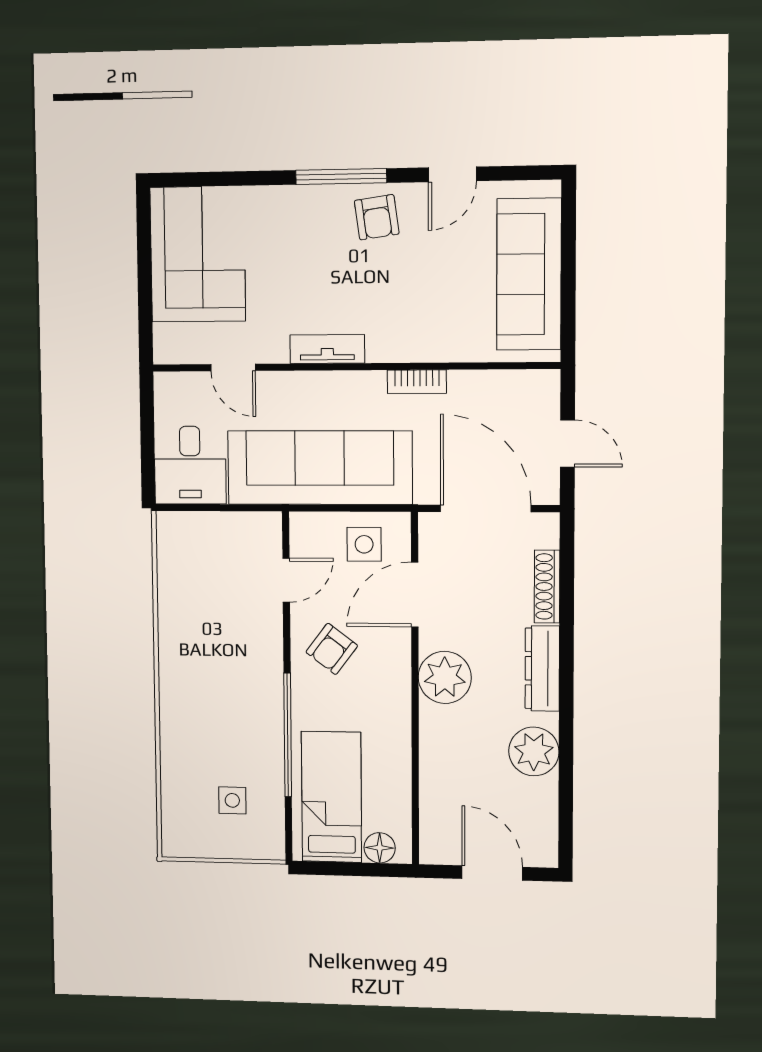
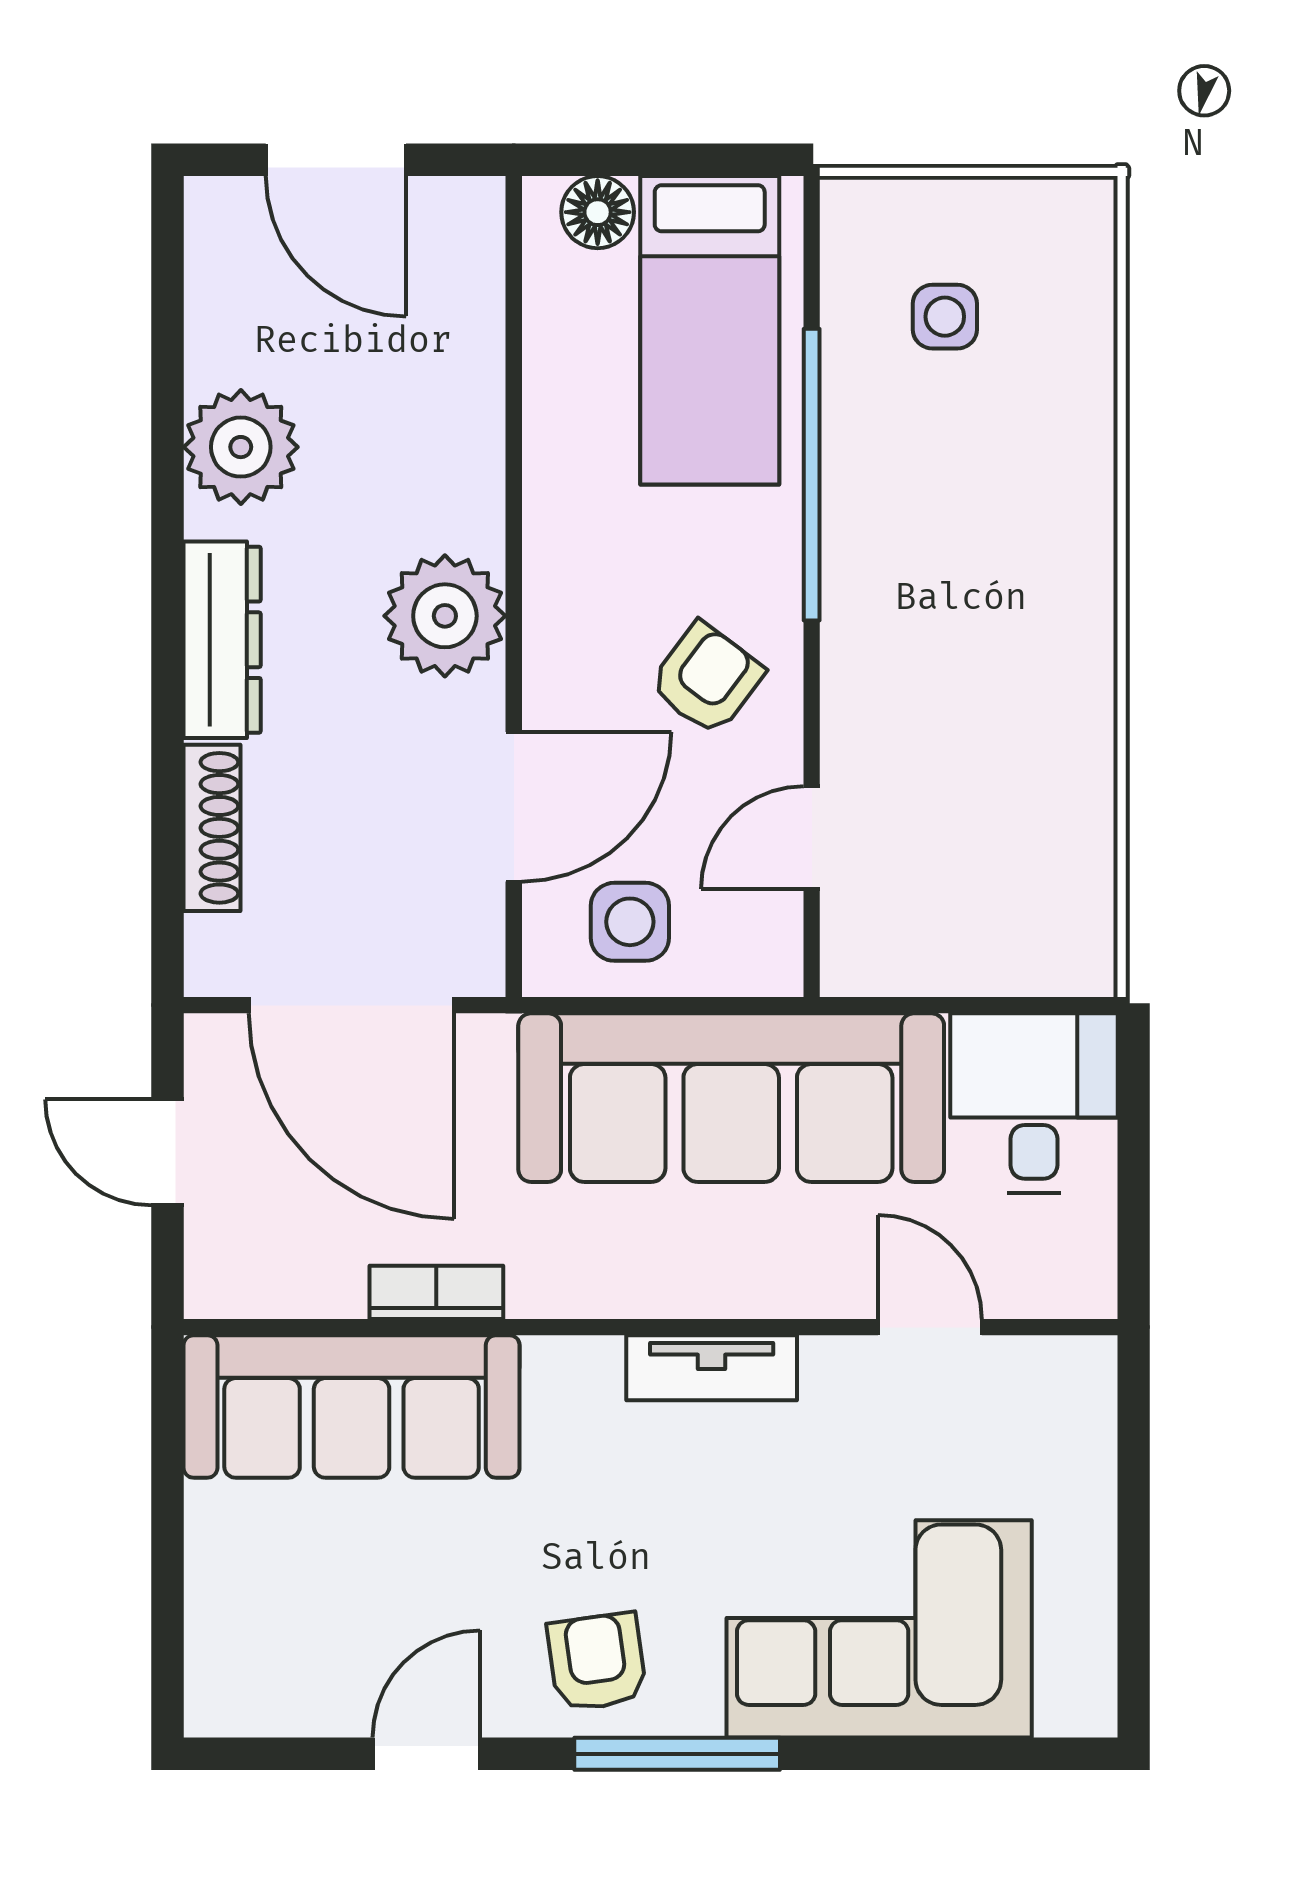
corner sofa: (198, 254) -> (879, 1629), moved, turned 90
sofa: (529, 274) -> (352, 1407), moved, turned 90
bookcase: (417, 382) -> (436, 1292), moved

